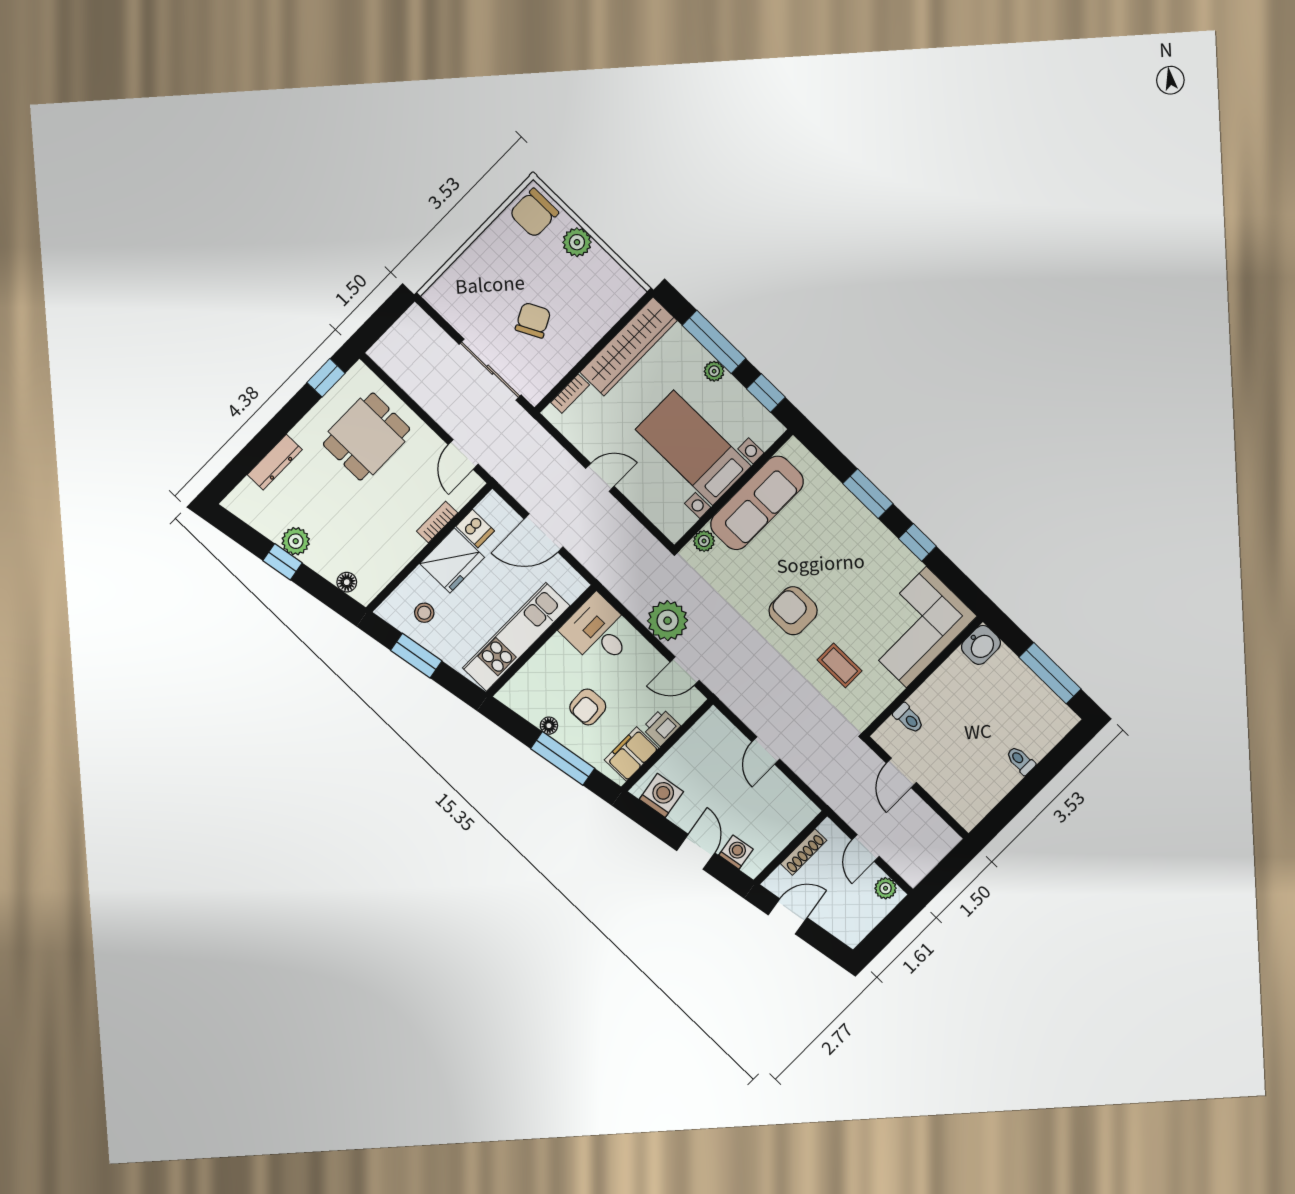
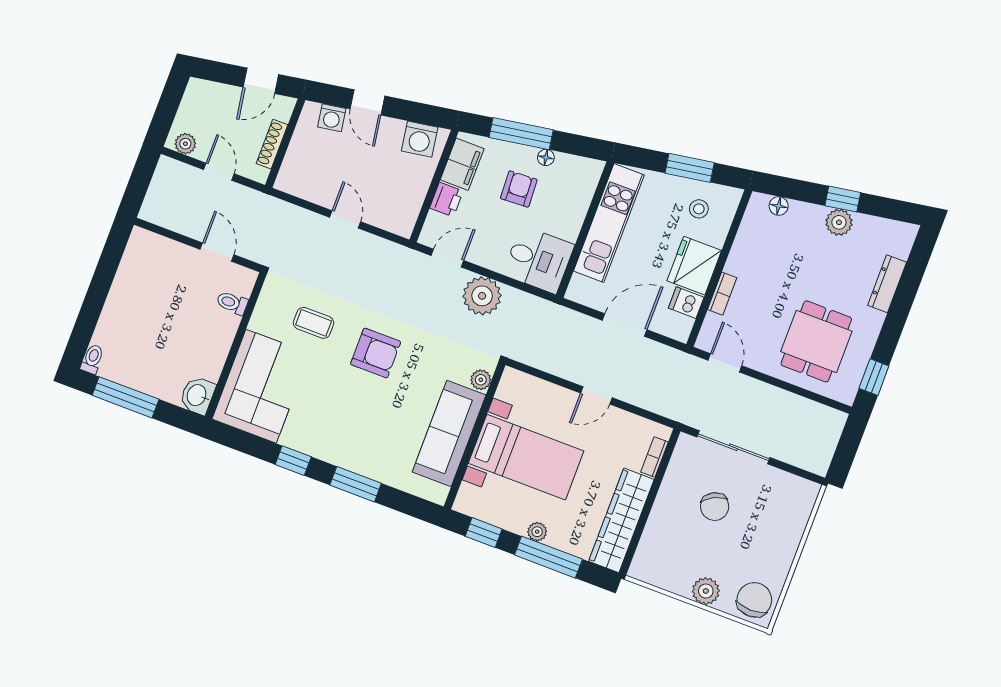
toilet: (1021, 761) -> (92, 359), moved, turned -90

